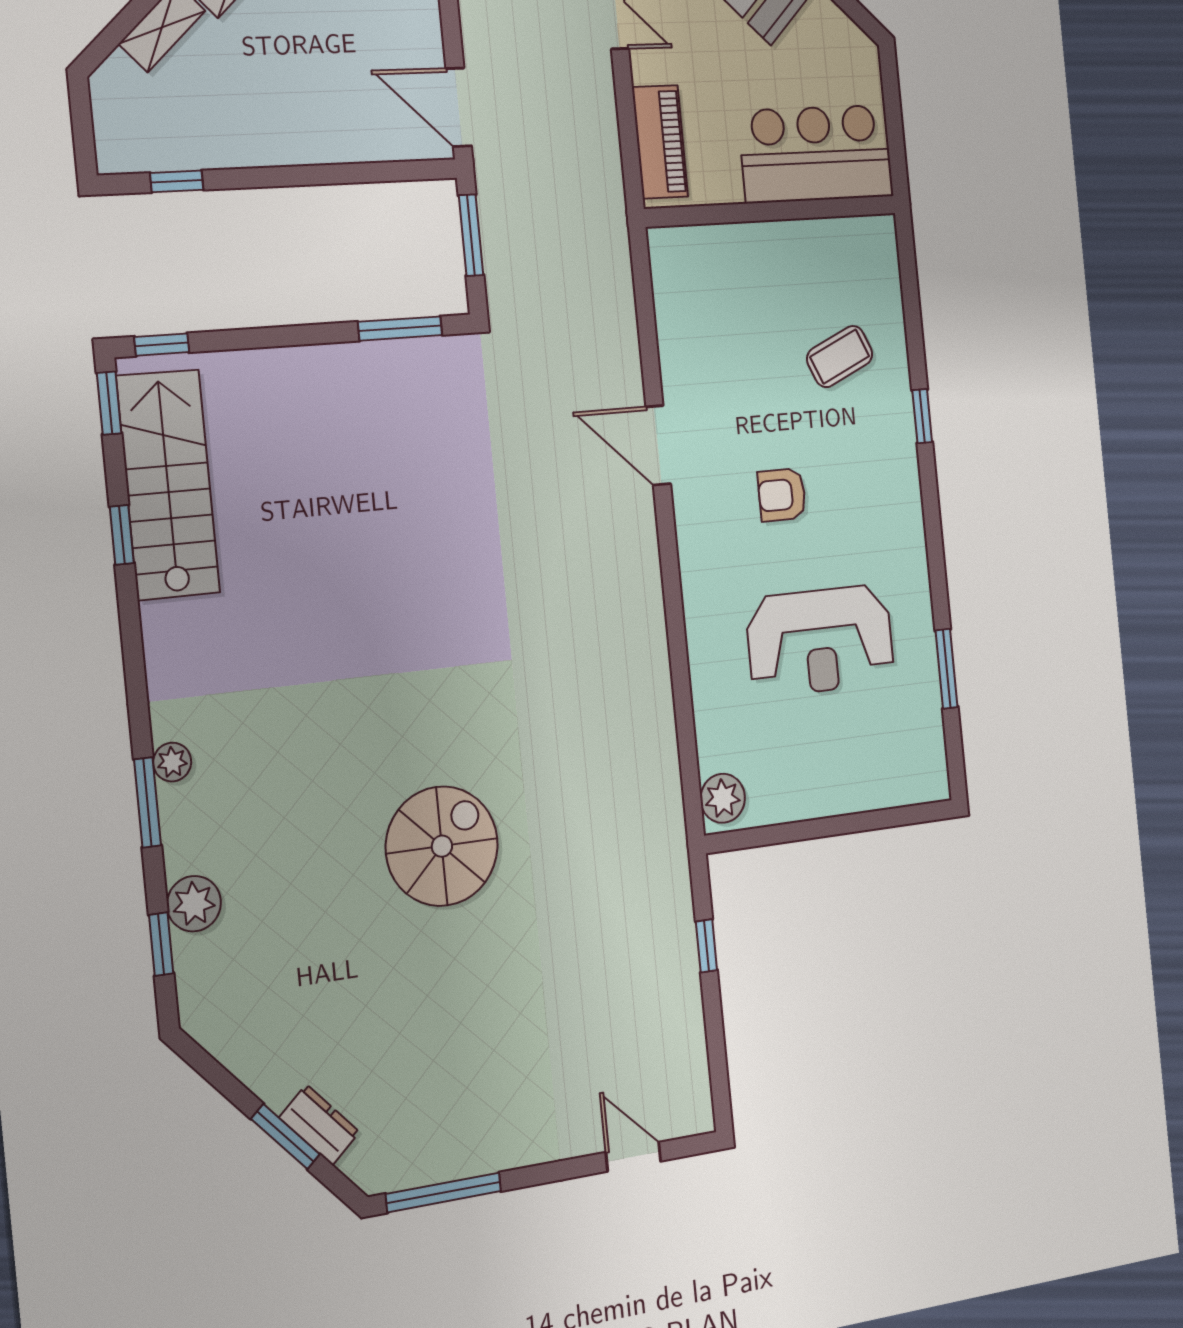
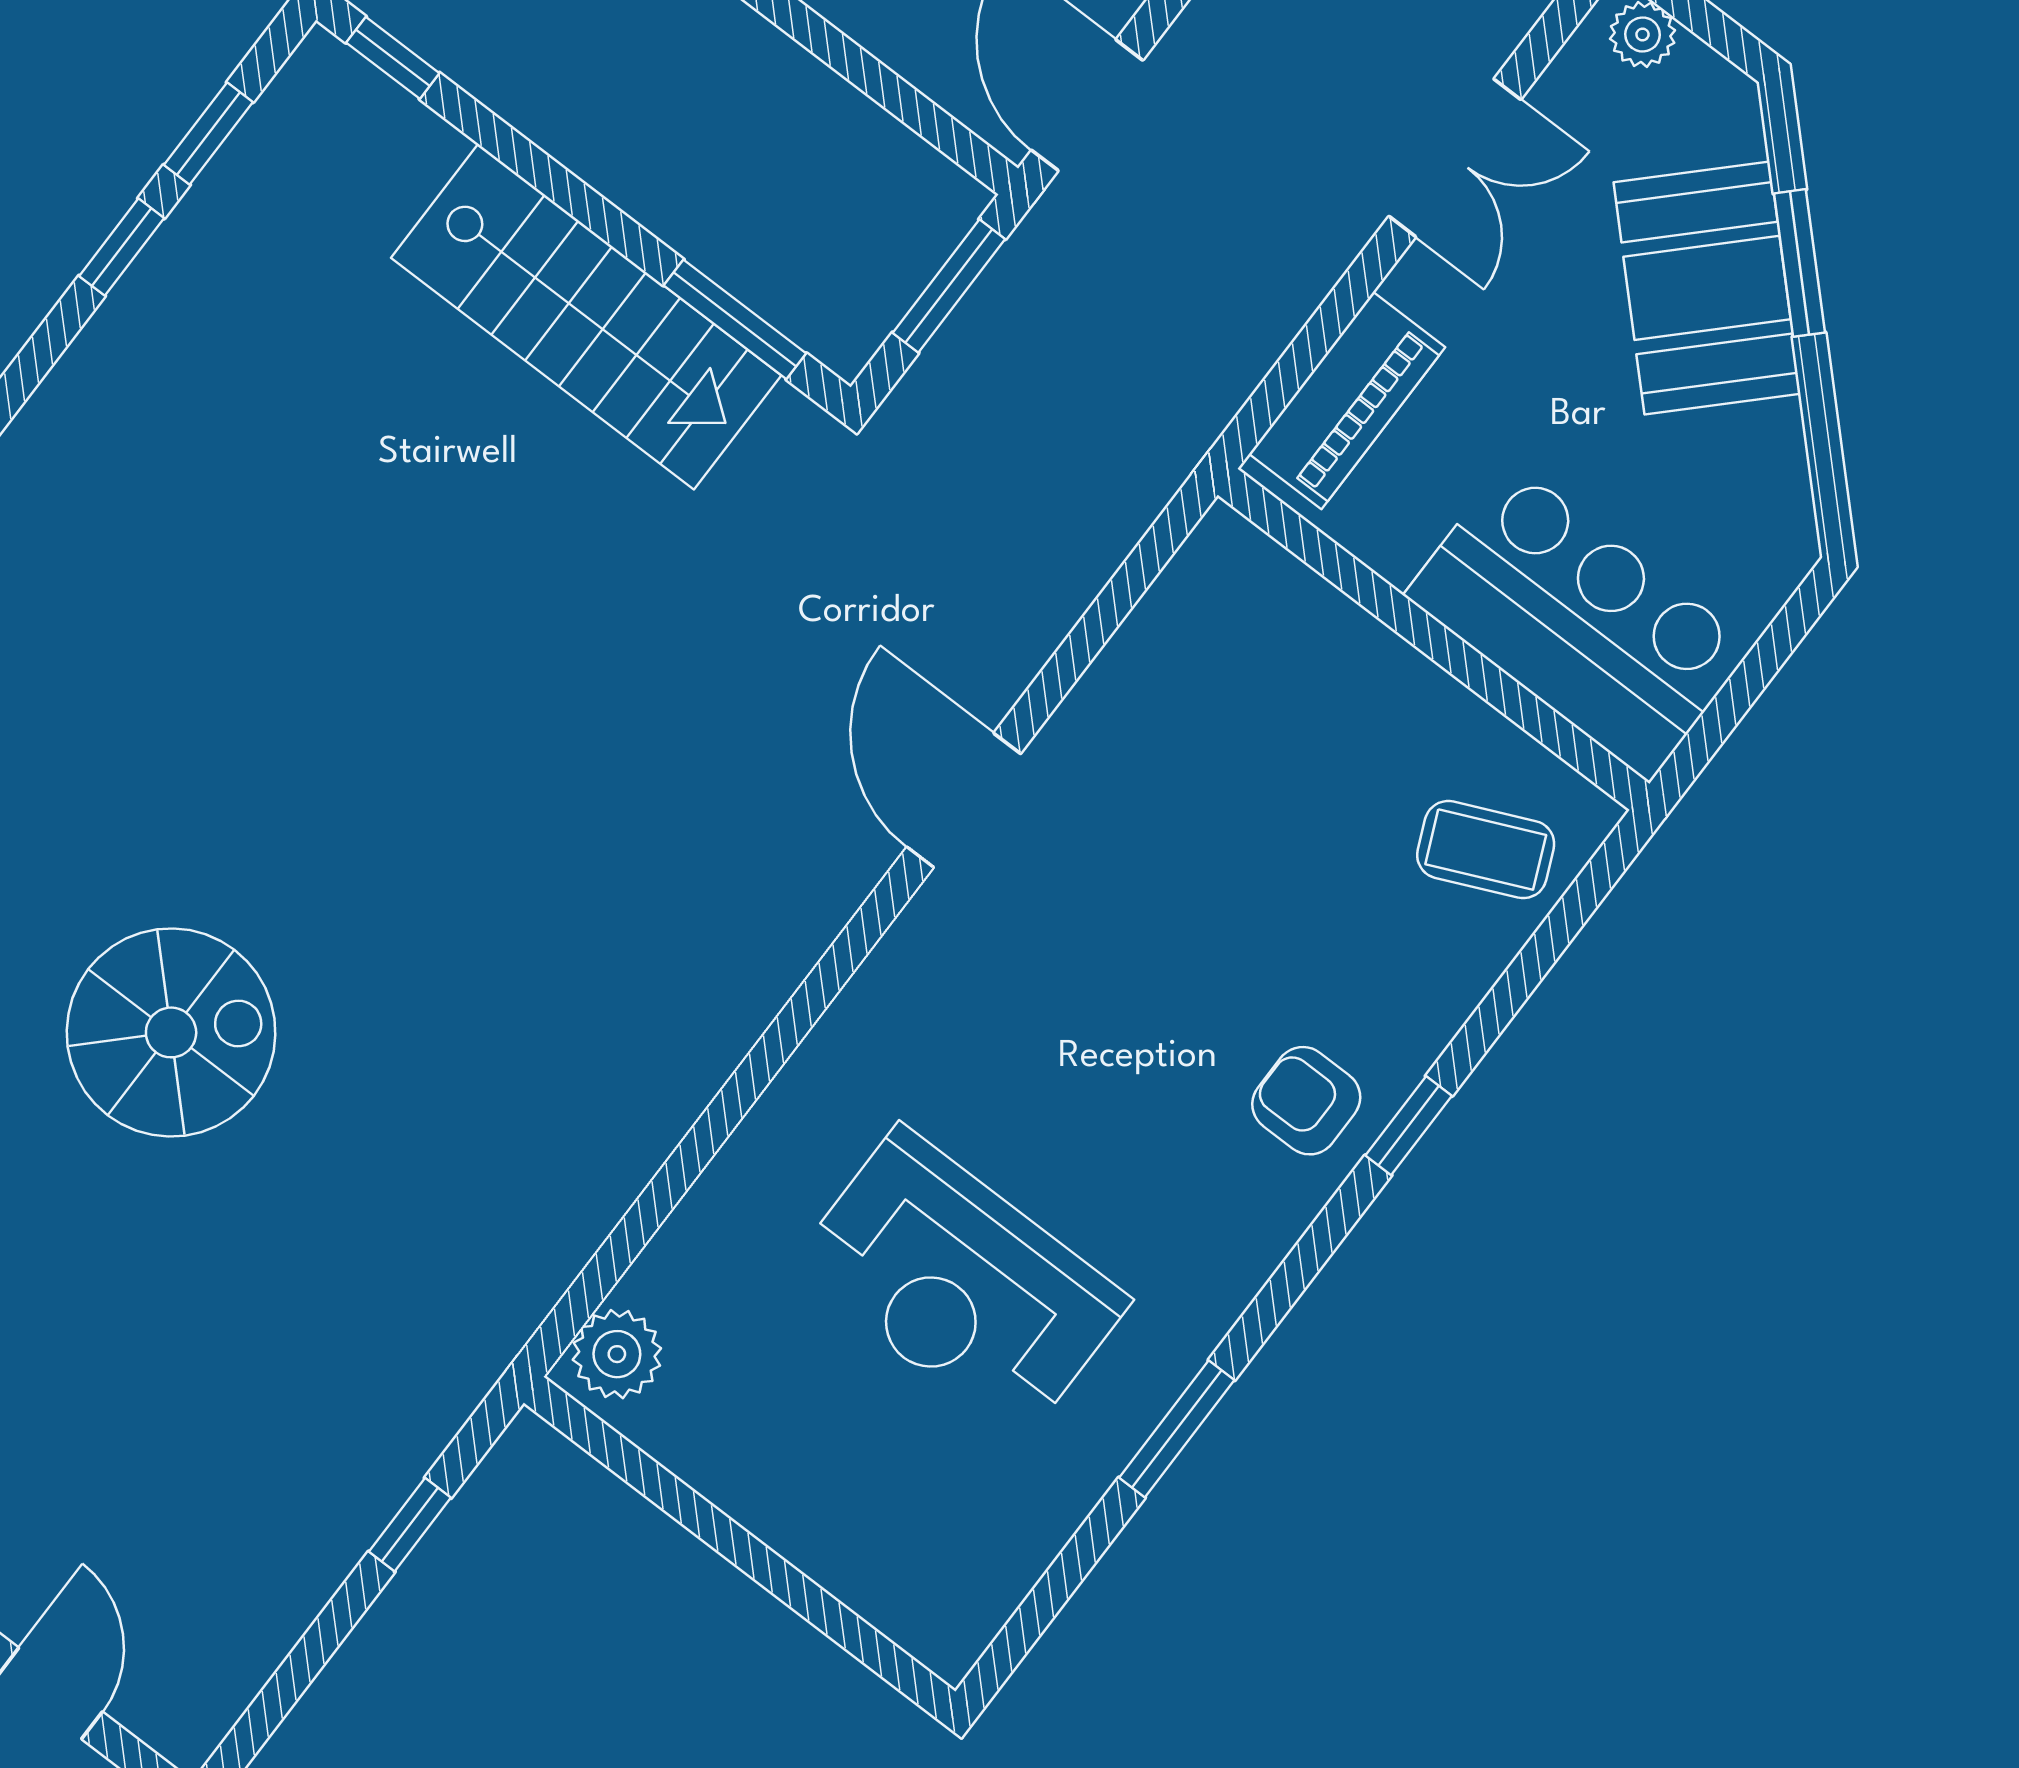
coffee table: (840, 356) -> (1486, 850), moved
window: (109, 403) -> (208, 134), moved
stairs: (168, 485) -> (586, 317), moved, turned 90
armchair: (782, 495) -> (1306, 1101), moved
window: (947, 669) -> (1177, 1429), moved

